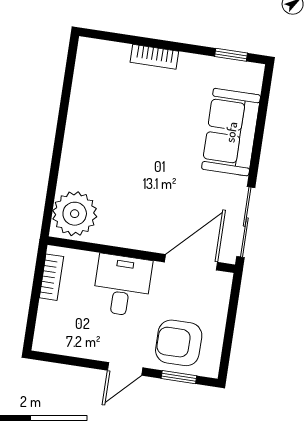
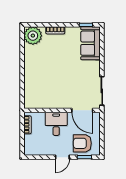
sofa: (231, 132) -> (91, 43), moved
plant: (75, 214) -> (33, 36), moved
door: (191, 262) -> (82, 110), swing flipped

